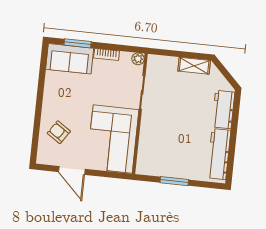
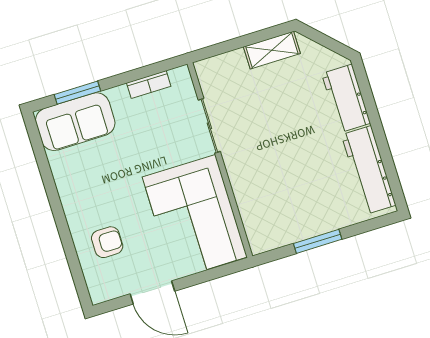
bookcase: (107, 54) -> (149, 85), moved
plant: (138, 59) -> (181, 77), removed
armchair: (59, 132) -> (107, 242), turned 146

